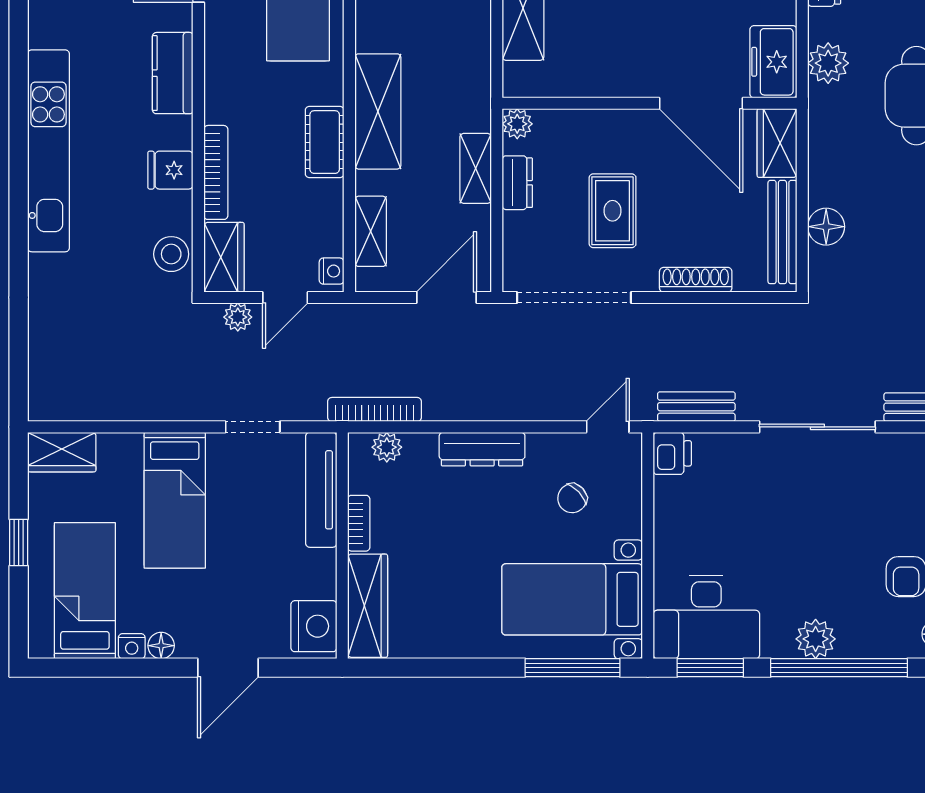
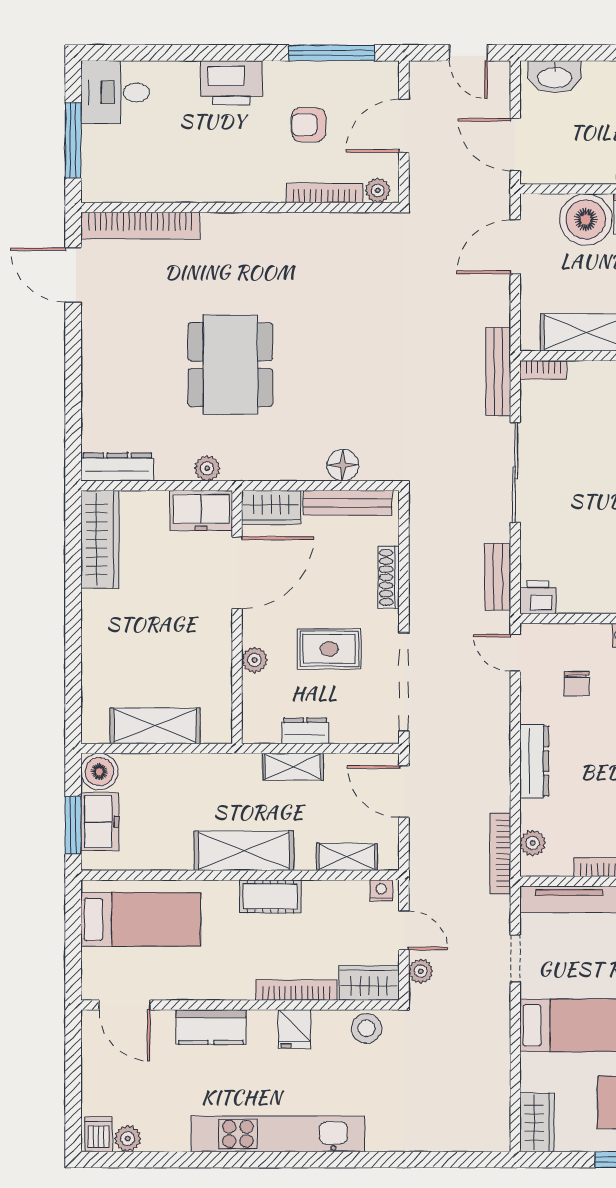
plant: (828, 63) -> (207, 468), width x0.73, depth x0.73
plant: (517, 124) -> (255, 660), moved
chair: (572, 498) -> (577, 684), turned 43

